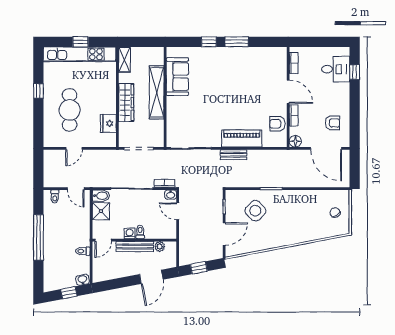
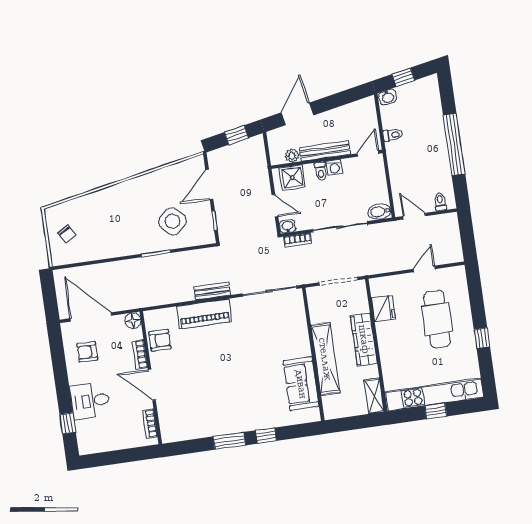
desk: (336, 69) -> (90, 401), moved
shower: (101, 211) -> (292, 178), moved

